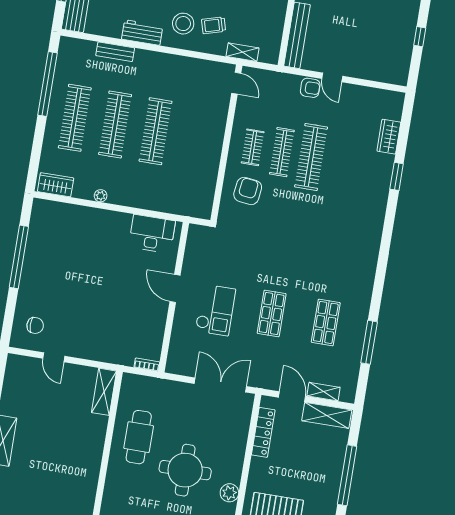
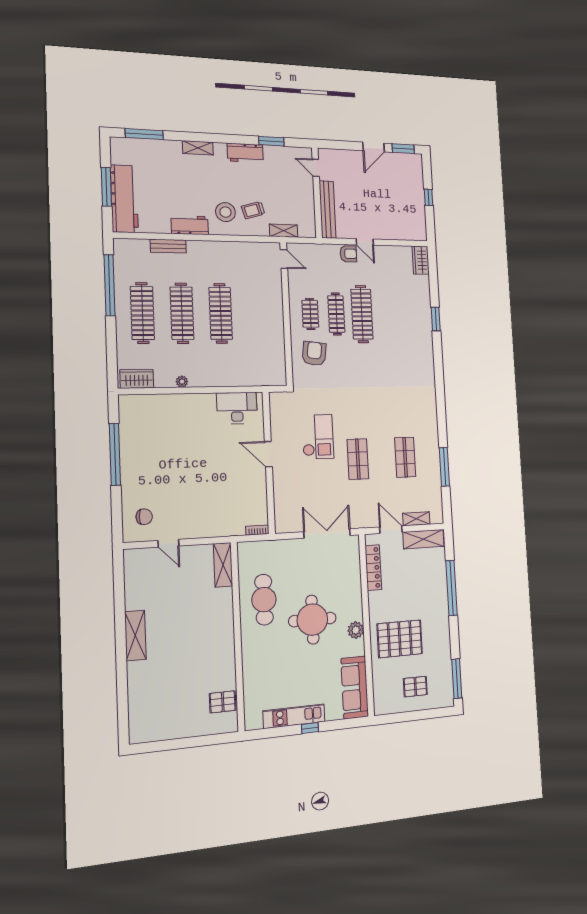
wardrobe: (389, 137) -> (421, 260), moved
checkout: (215, 310) -> (318, 437), moved

